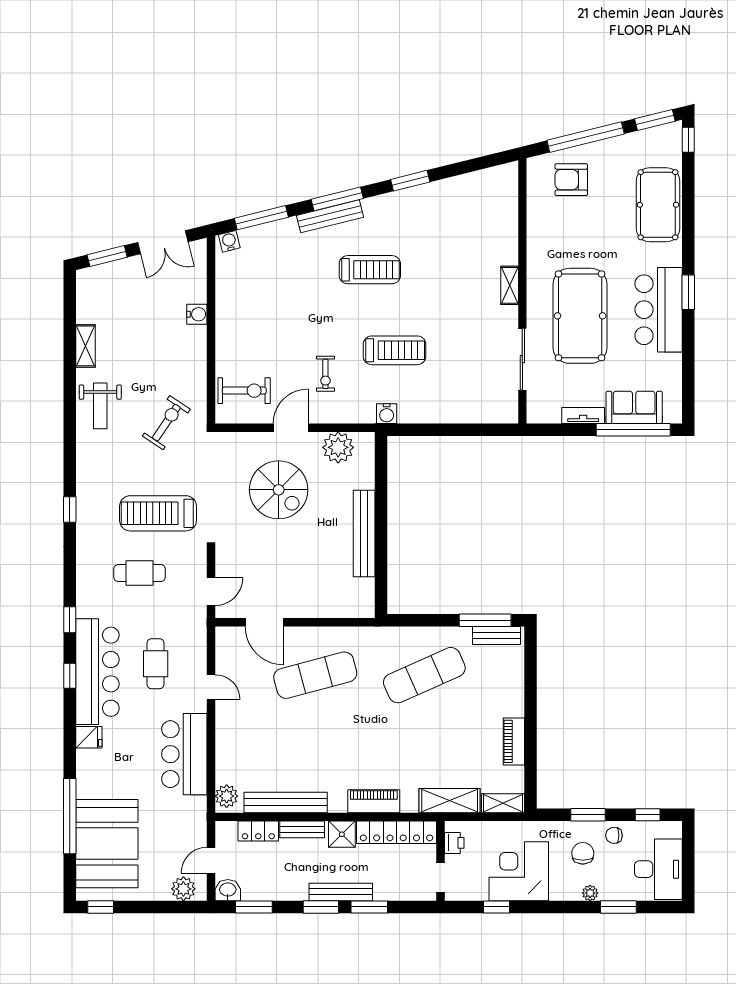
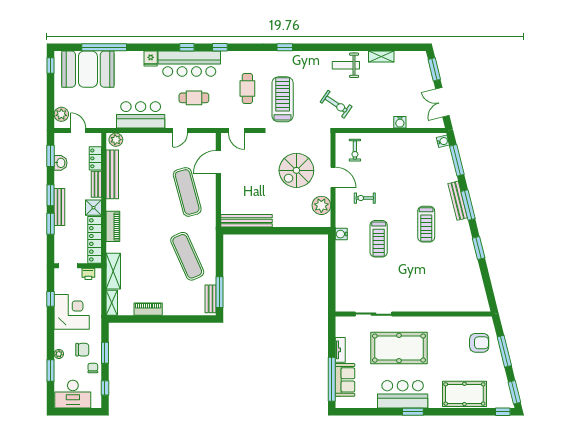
window: (586, 137) -> (504, 351), width x0.68
armchair: (571, 180) -> (479, 343), turned 90
shelving: (510, 285) -> (417, 307), removed
exercise bike: (244, 391) -> (355, 150), width x0.73, depth x0.72
bench: (364, 534) -> (247, 221), moved
washbasin: (228, 890) -> (60, 163), moved

